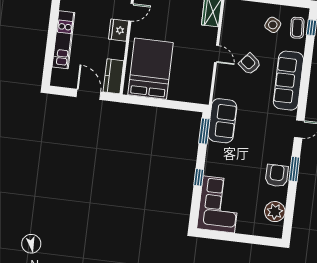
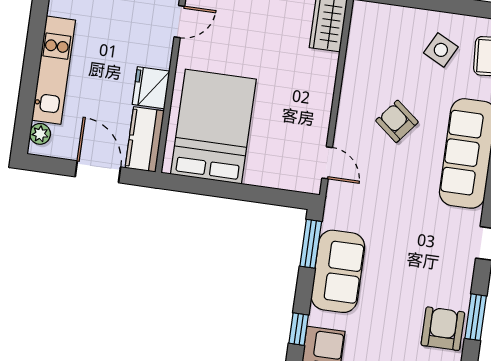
fridge: (119, 30) -> (151, 88), moved
door: (216, 54) -> (327, 163), moved
plant: (57, 74) -> (40, 134), added
sofa: (222, 121) -> (338, 271), moved

